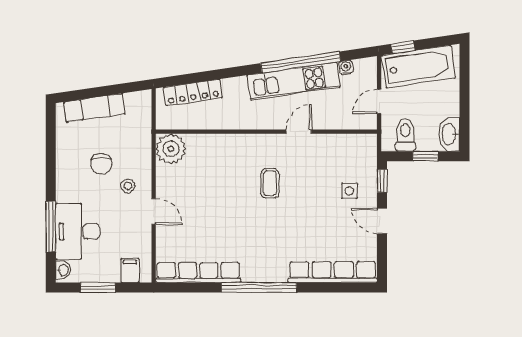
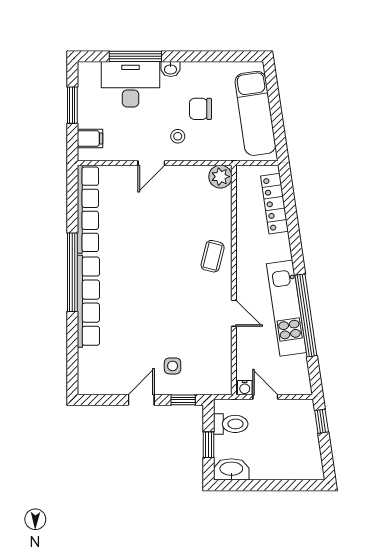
bathtub: (418, 66) -> (302, 437), removed
water cooler: (346, 67) -> (245, 388), moved, turned 98
exam couch: (94, 108) -> (255, 113), width x1.36, depth x1.45
plant: (171, 149) -> (220, 177), width x0.73, depth x0.73
coffee table: (270, 183) -> (213, 256), moved, turned -76
washbasin: (63, 270) -> (171, 69), moved
row of seats: (333, 272) -> (88, 301), moved

